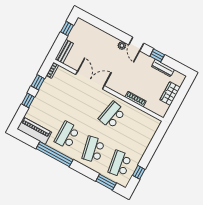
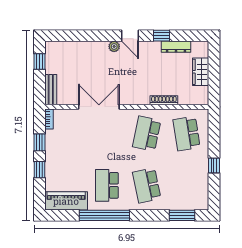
school desk: (120, 164) -> (186, 134), moved
window: (139, 172) -> (214, 165), moved

